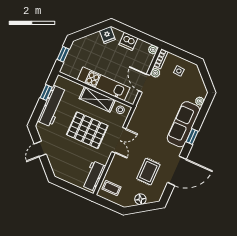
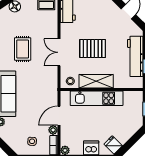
door: (144, 83) -> (59, 116), swing flipped
pallet: (87, 130) -> (93, 49), width x0.73, depth x0.71
rug: (148, 172) -> (23, 49), moved

